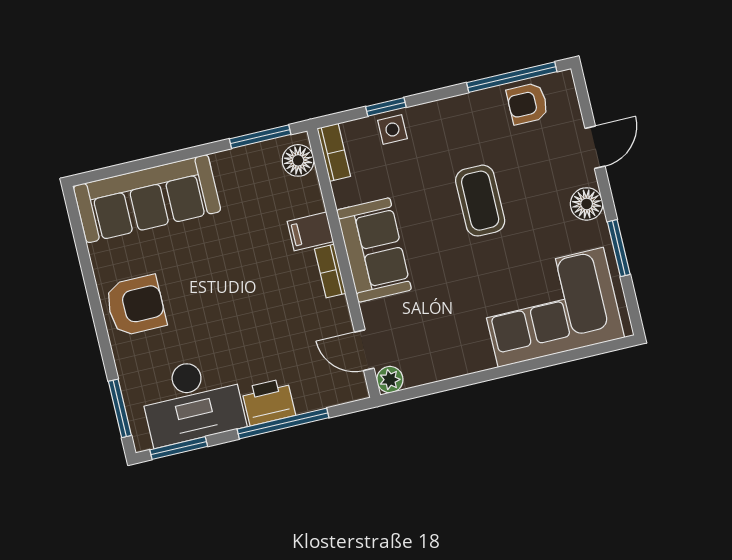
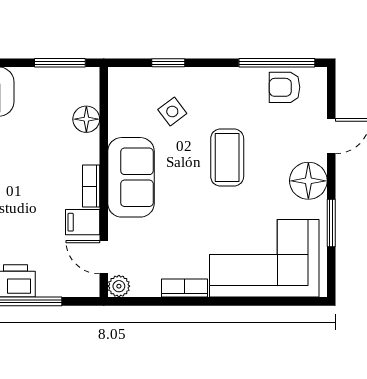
side table: (392, 129) -> (172, 111), moved, turned -37
bookcase: (334, 152) -> (185, 288), moved, turned -90
floor lamp: (298, 160) -> (86, 119), moved
floor lamp: (587, 204) -> (308, 181), width x1.38, depth x1.38
filing cabinet: (310, 231) -> (83, 222), moved

